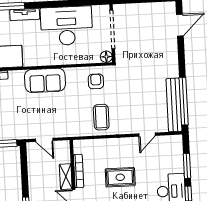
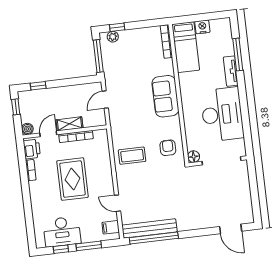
armchair: (96, 81) -> (168, 148), turned -90
filing cabinet: (170, 143) -> (111, 227), added
rug: (120, 177) -> (73, 179), width x1.36, depth x1.43

